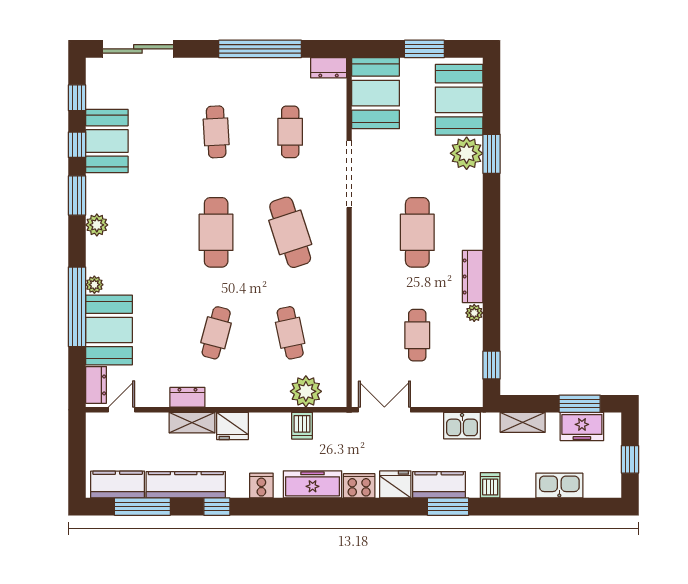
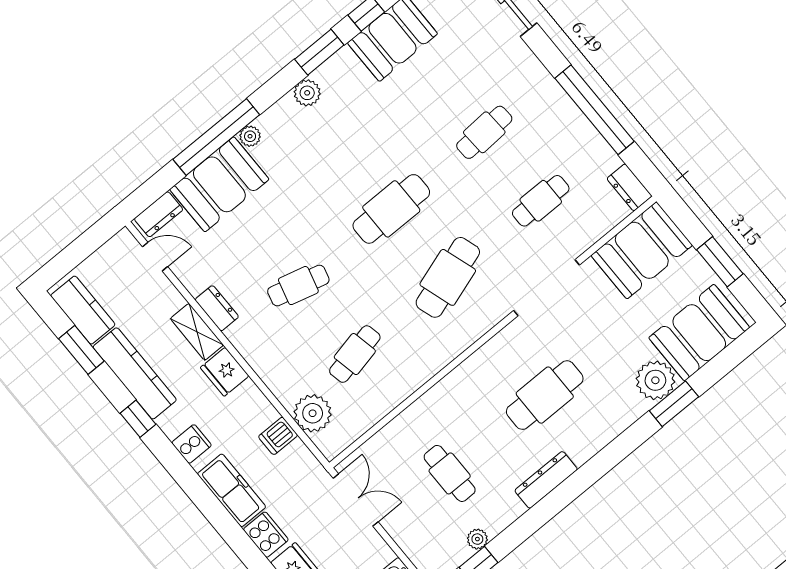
plant: (474, 313) -> (477, 539), moved
cafe table: (417, 335) -> (450, 473), turned 90
window: (142, 507) -> (81, 350), width x0.69

